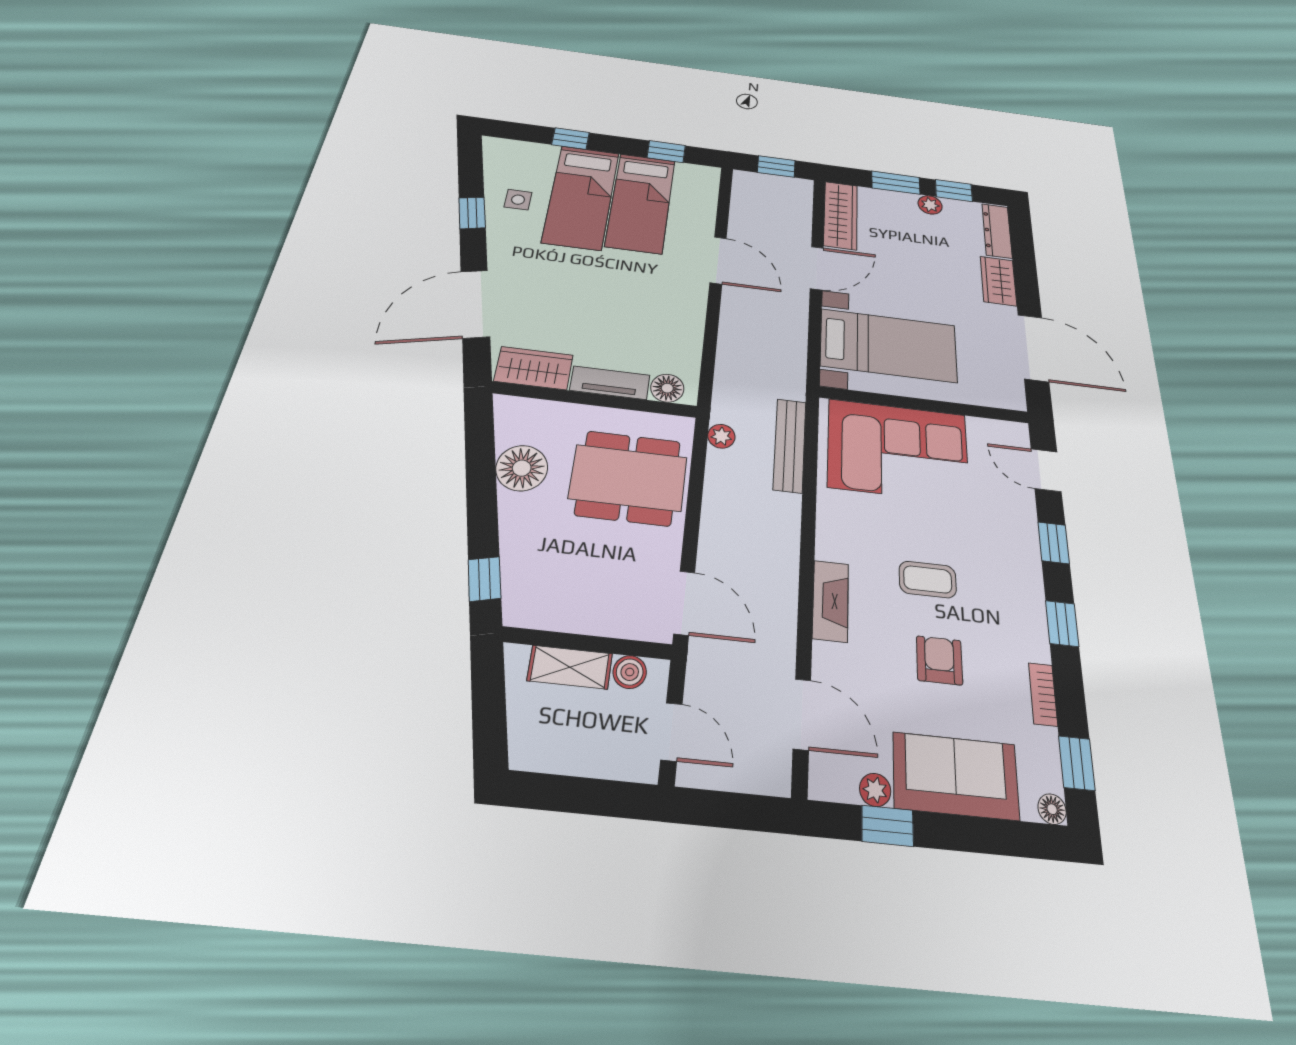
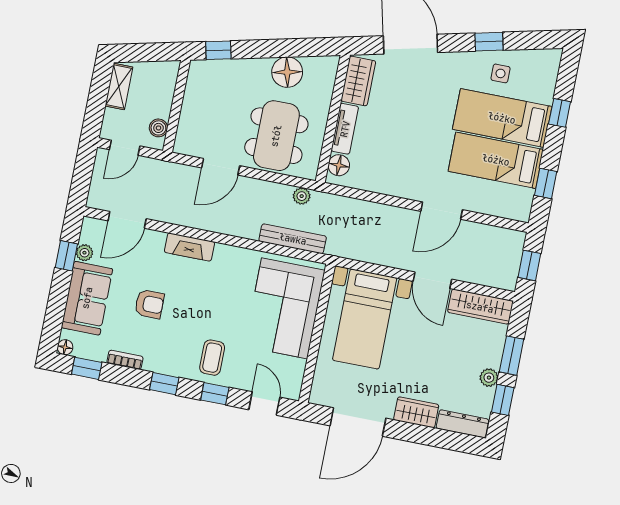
door: (1046, 470) -> (264, 403), hinge flipped
coffee table: (928, 579) -> (212, 358), moved
door: (684, 603) -> (221, 167), moved
shelving: (570, 667) -> (119, 87), moved

